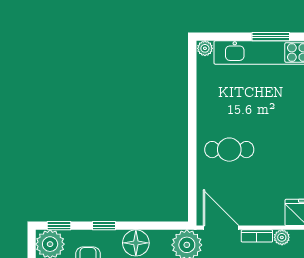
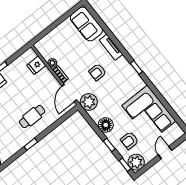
window: (192, 117) -> (31, 144), added
cafe table: (229, 150) -> (32, 117), turned 90

